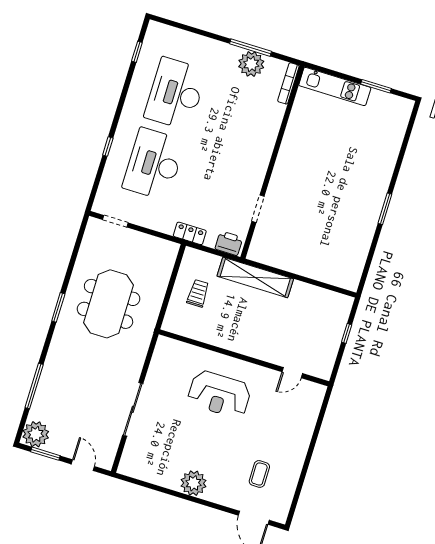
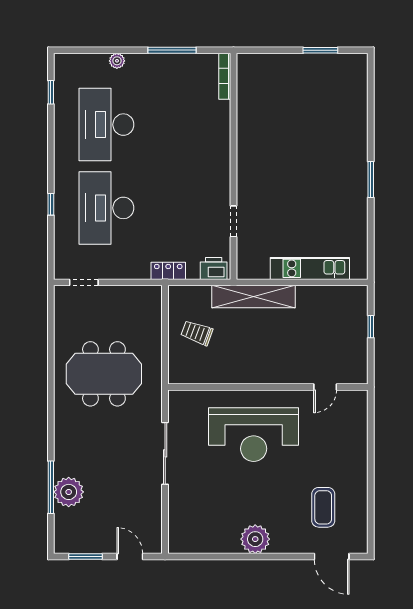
plant: (251, 64) -> (117, 61), moved, width x0.53, depth x0.53
kitchen unit: (335, 86) -> (310, 268), moved, turned 180
trolley: (198, 293) -> (197, 333), turned -70
meeting table: (109, 304) -> (104, 374), turned 90
window: (58, 307) -> (51, 394), removed
reception desk: (219, 394) -> (254, 435), width x1.36, depth x1.30
sliding door: (133, 409) -> (165, 453), moved
plant: (36, 434) -> (69, 492), moved
coffee table: (259, 474) -> (323, 507), width x1.36, depth x1.30

